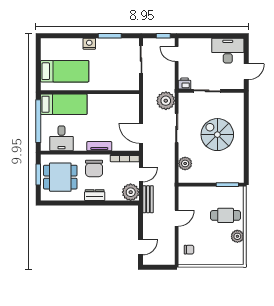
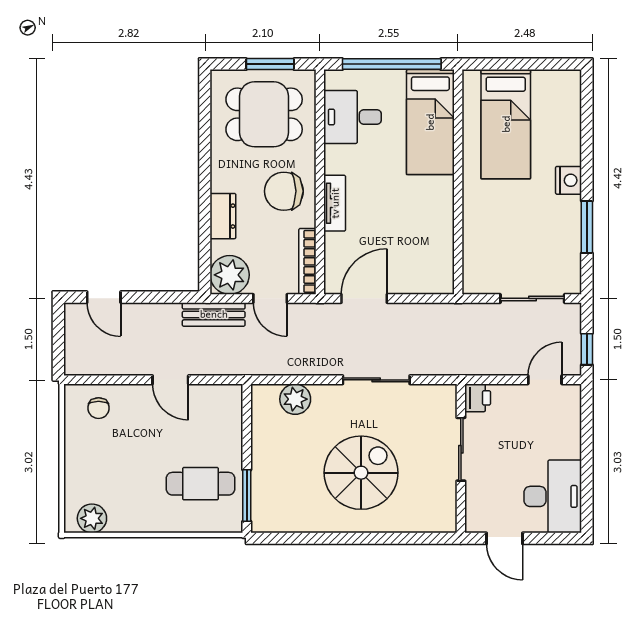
plant: (166, 101) -> (439, 355), removed
dining table: (60, 177) -> (264, 114), turned 90
dresser: (95, 195) -> (223, 216), moved
cafe table: (226, 215) -> (200, 484), moved, turned 90
plant: (237, 236) -> (92, 518), moved

